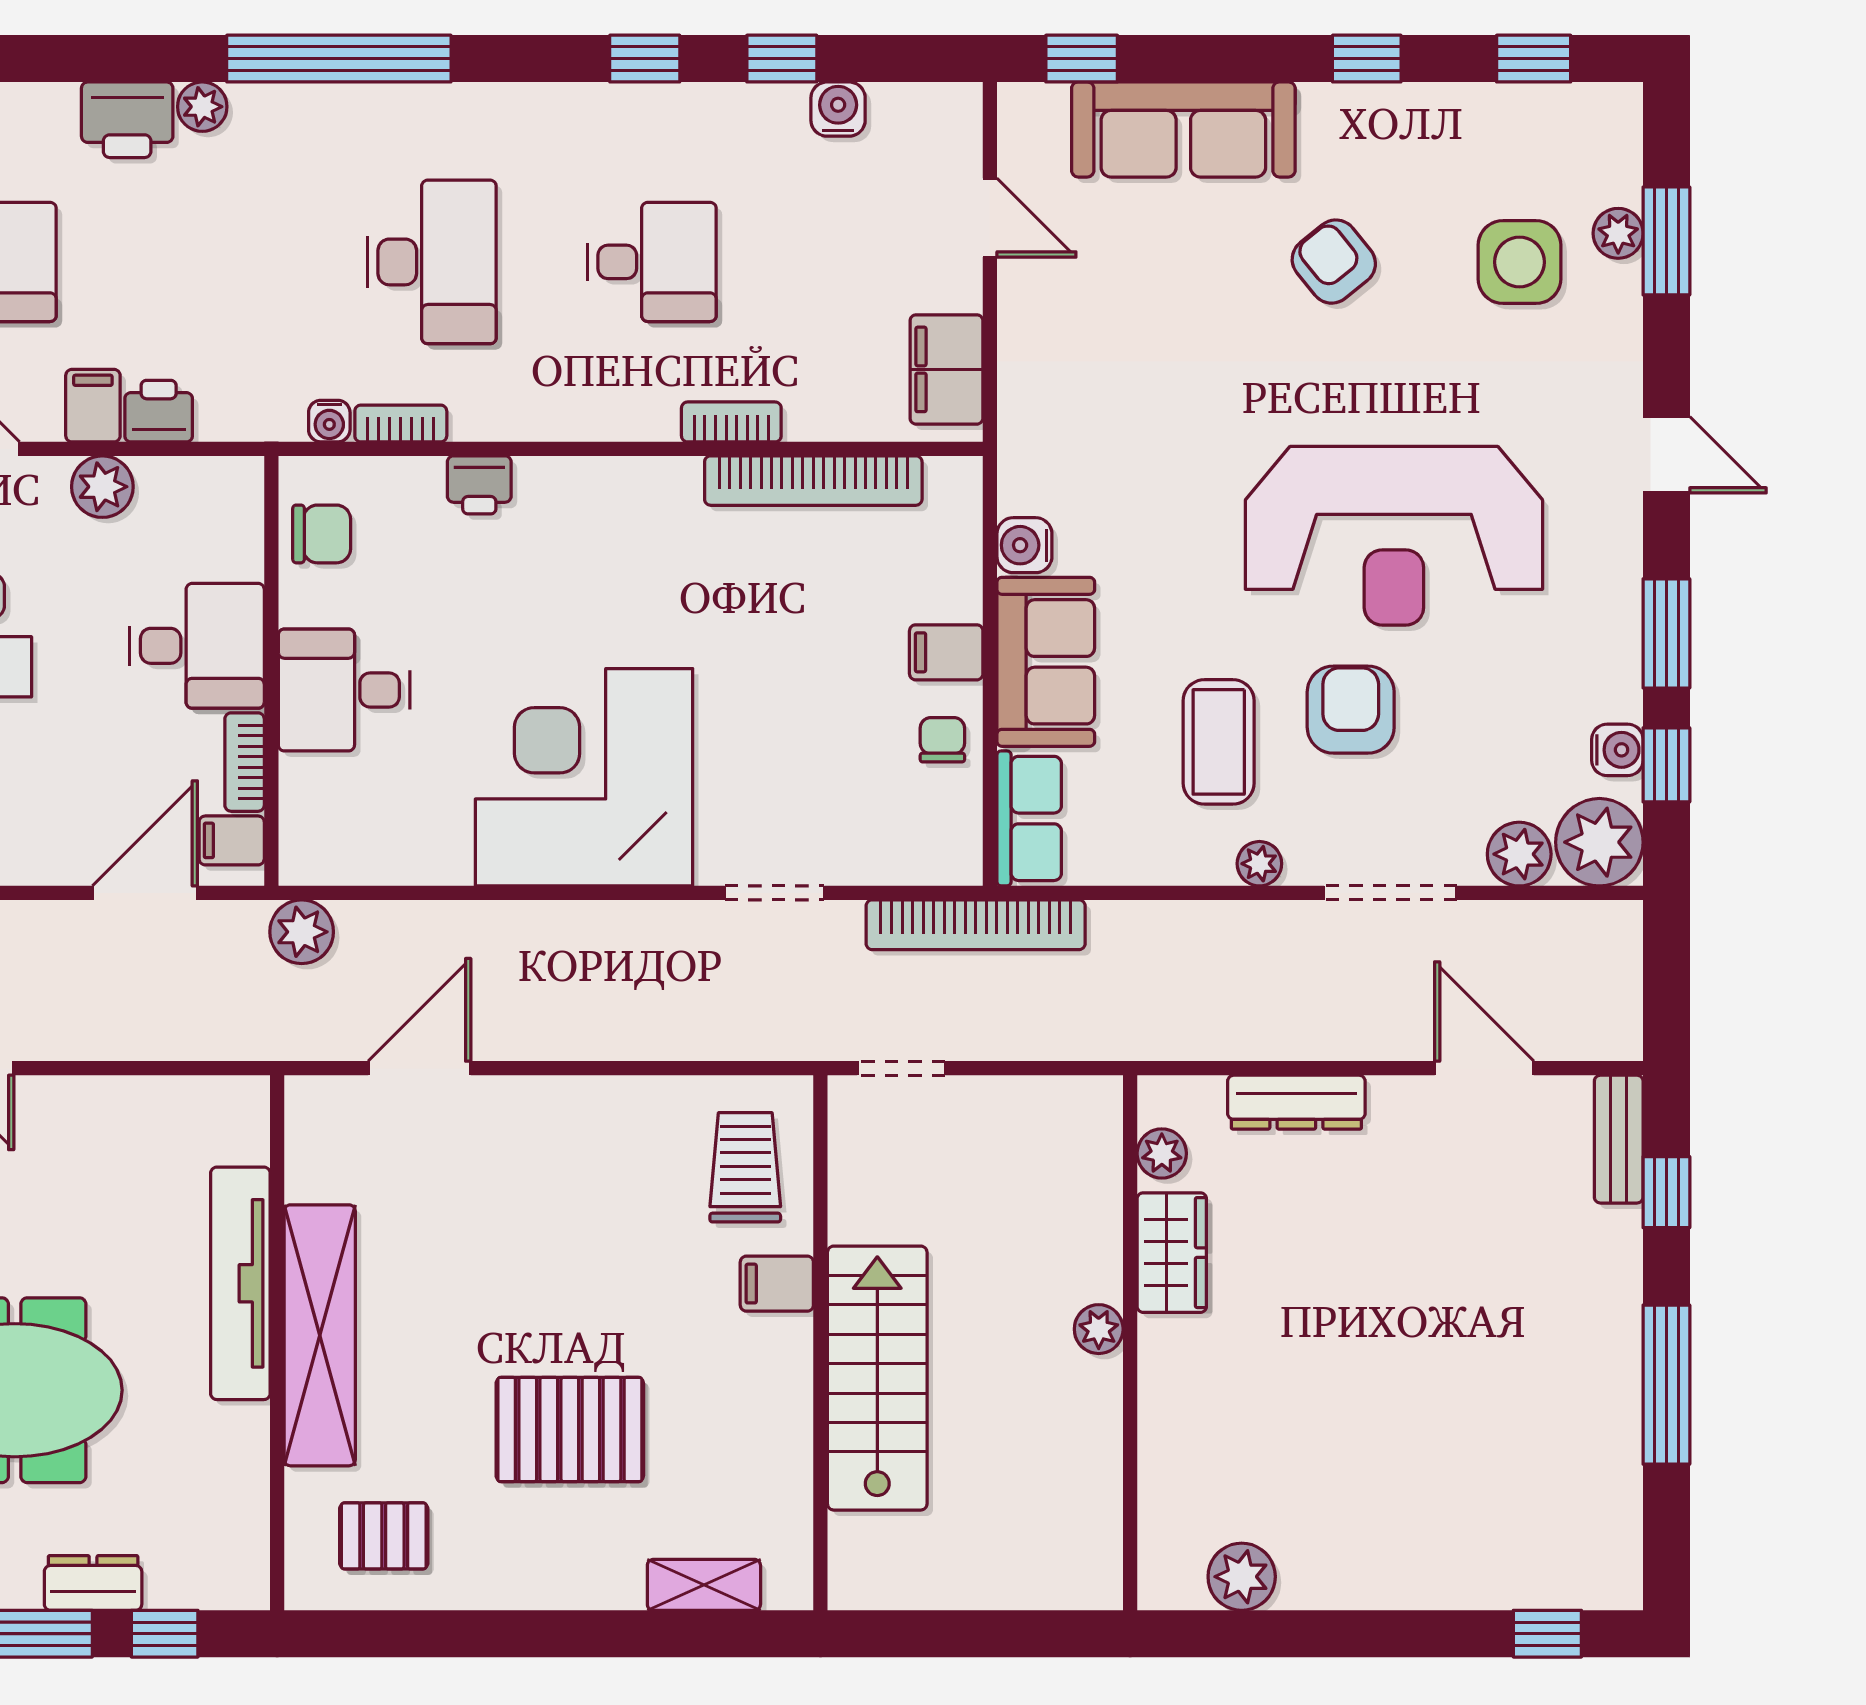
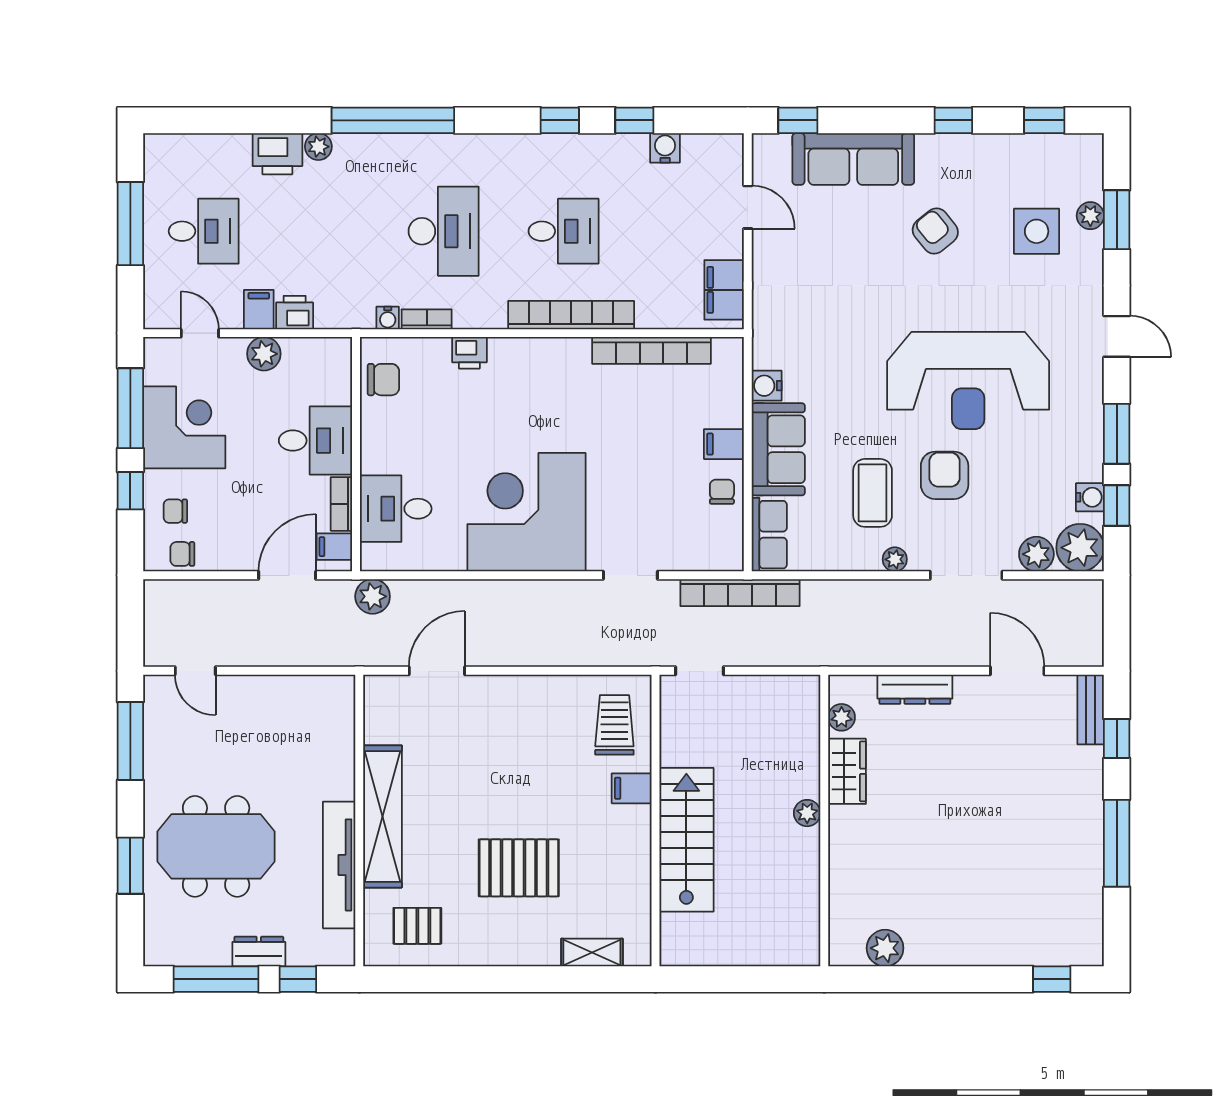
bookcase: (731, 422) -> (571, 315), width x2.31, depth x1.31
desk: (344, 690) -> (396, 509), moved
tv unit: (240, 1283) -> (339, 865), moved

